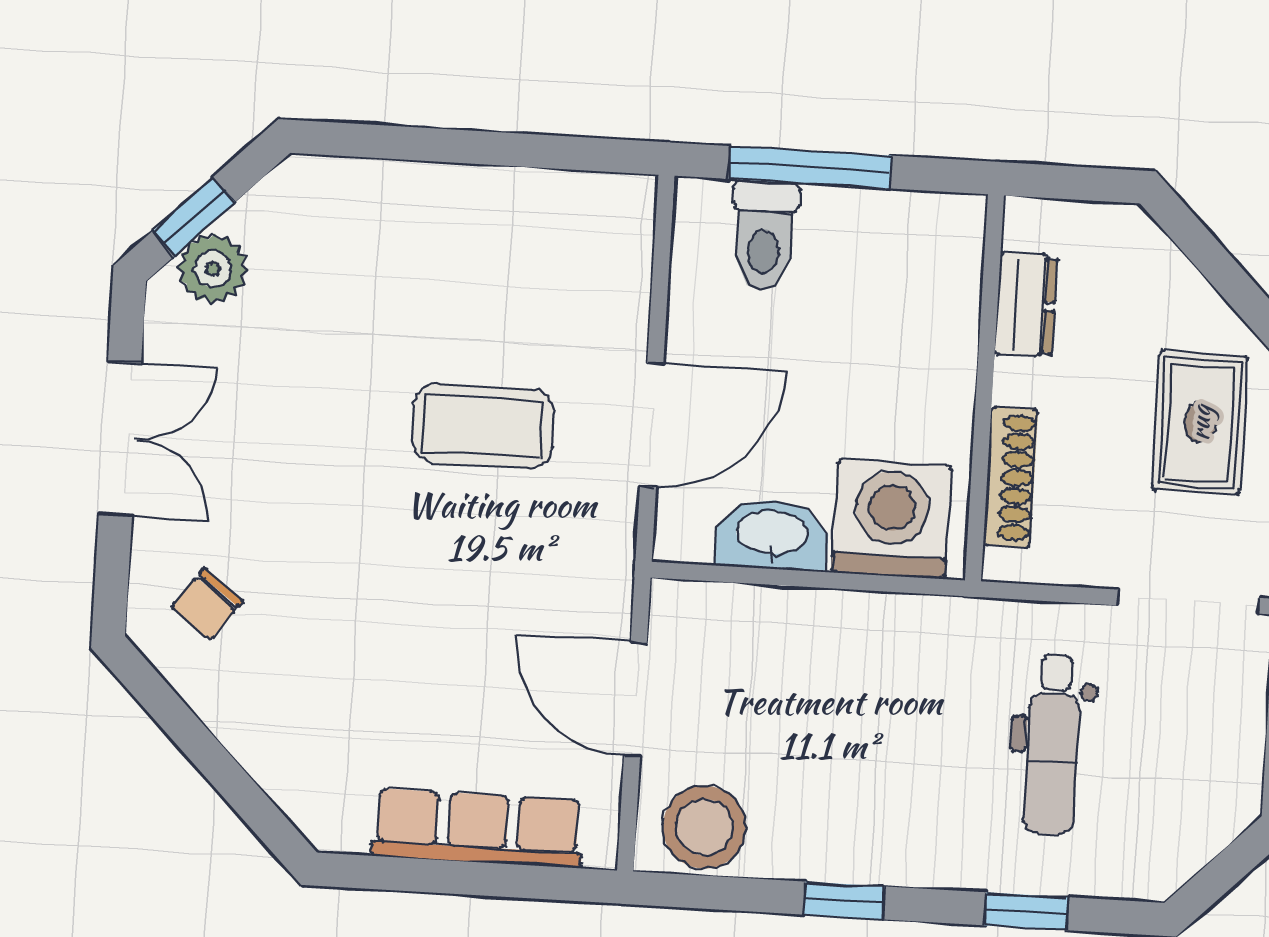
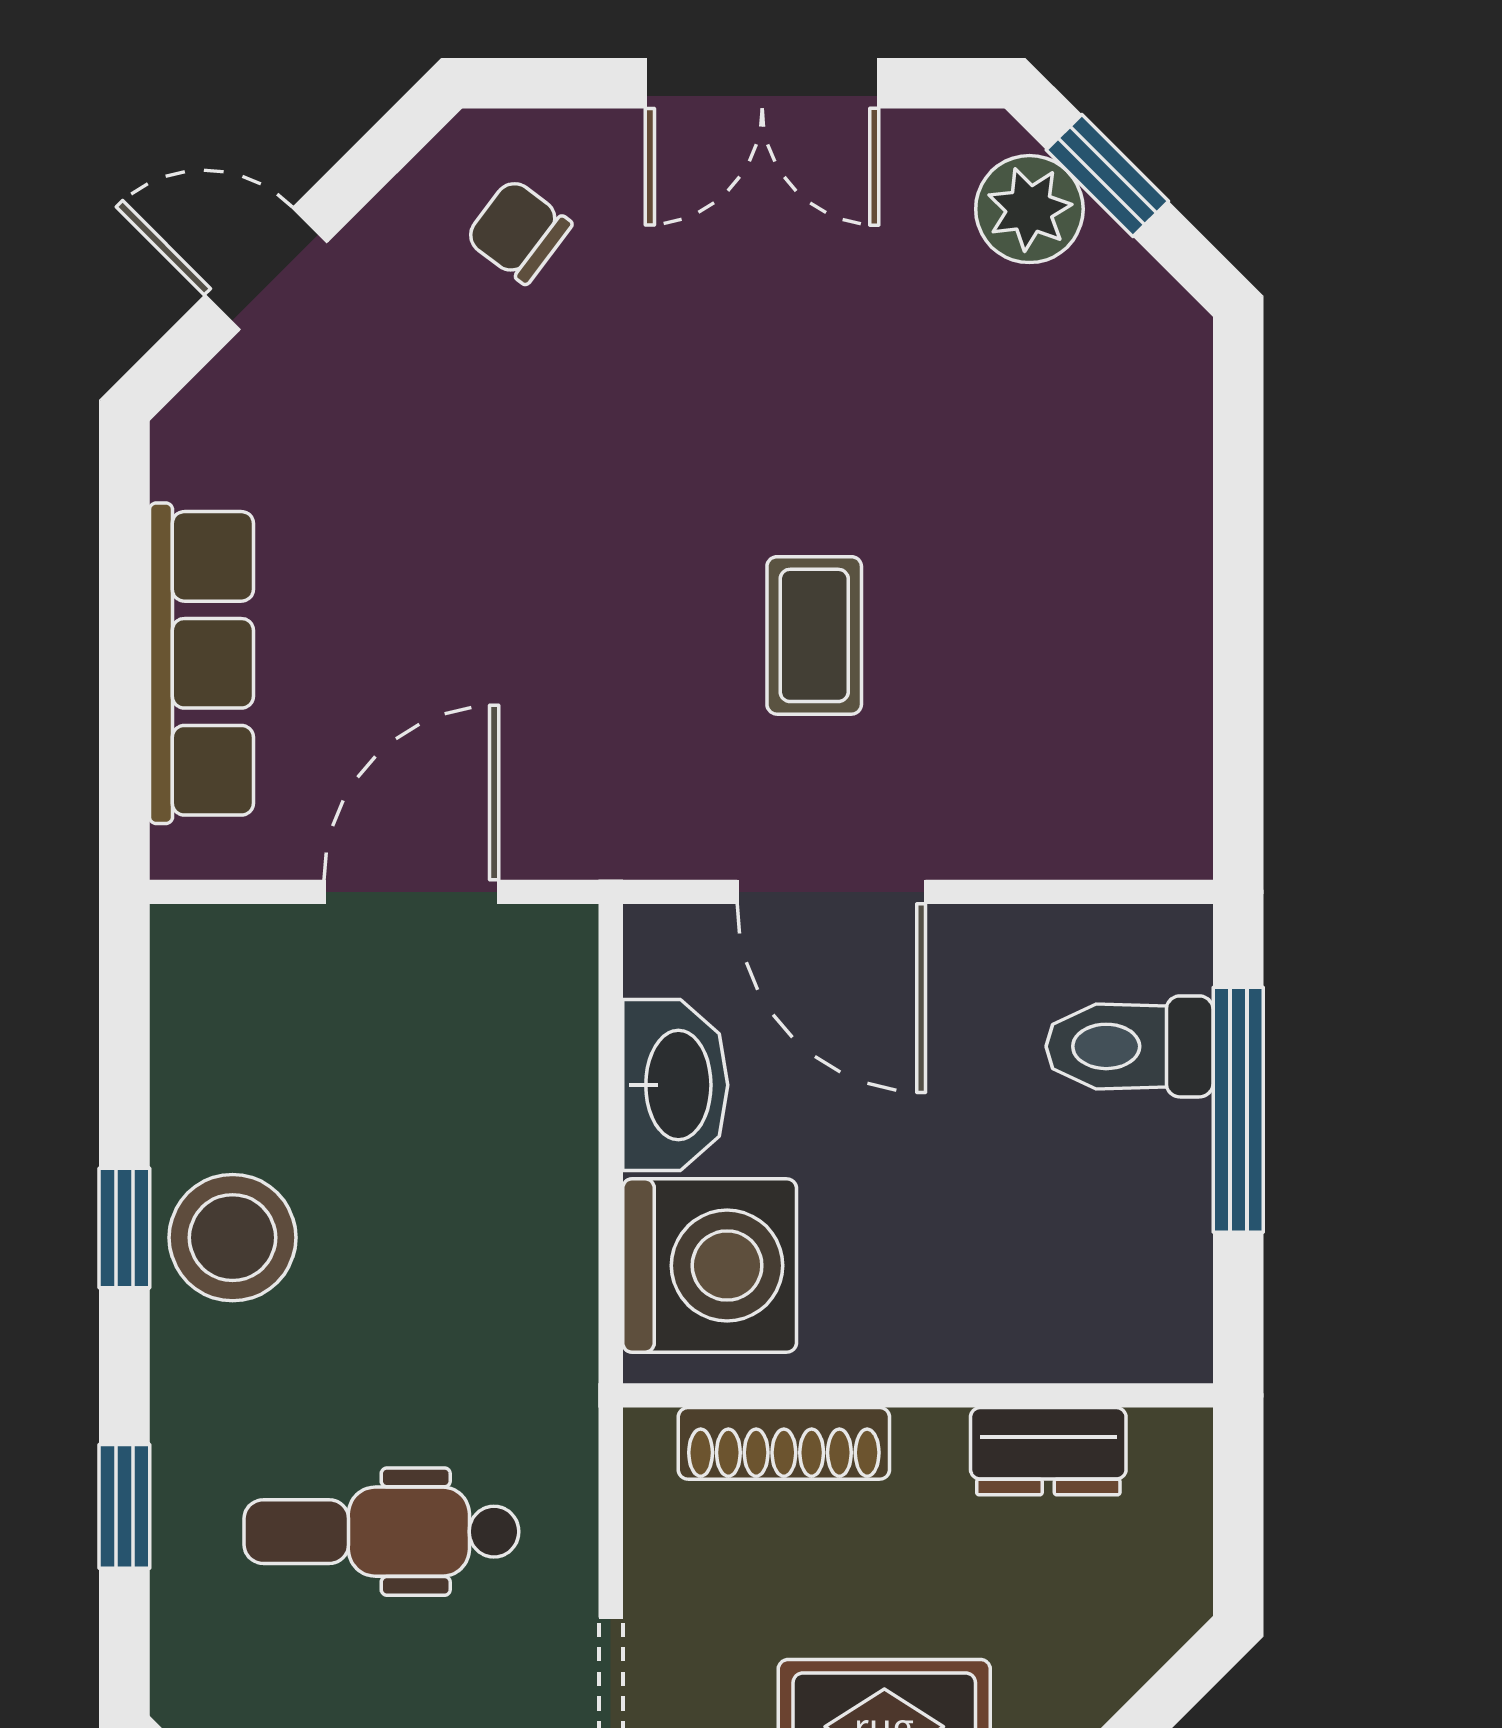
coffee table: (483, 426) -> (814, 635), width x0.73, depth x0.77
door: (222, 771) -> (266, 269), added
stool: (704, 827) -> (233, 1238), moved

